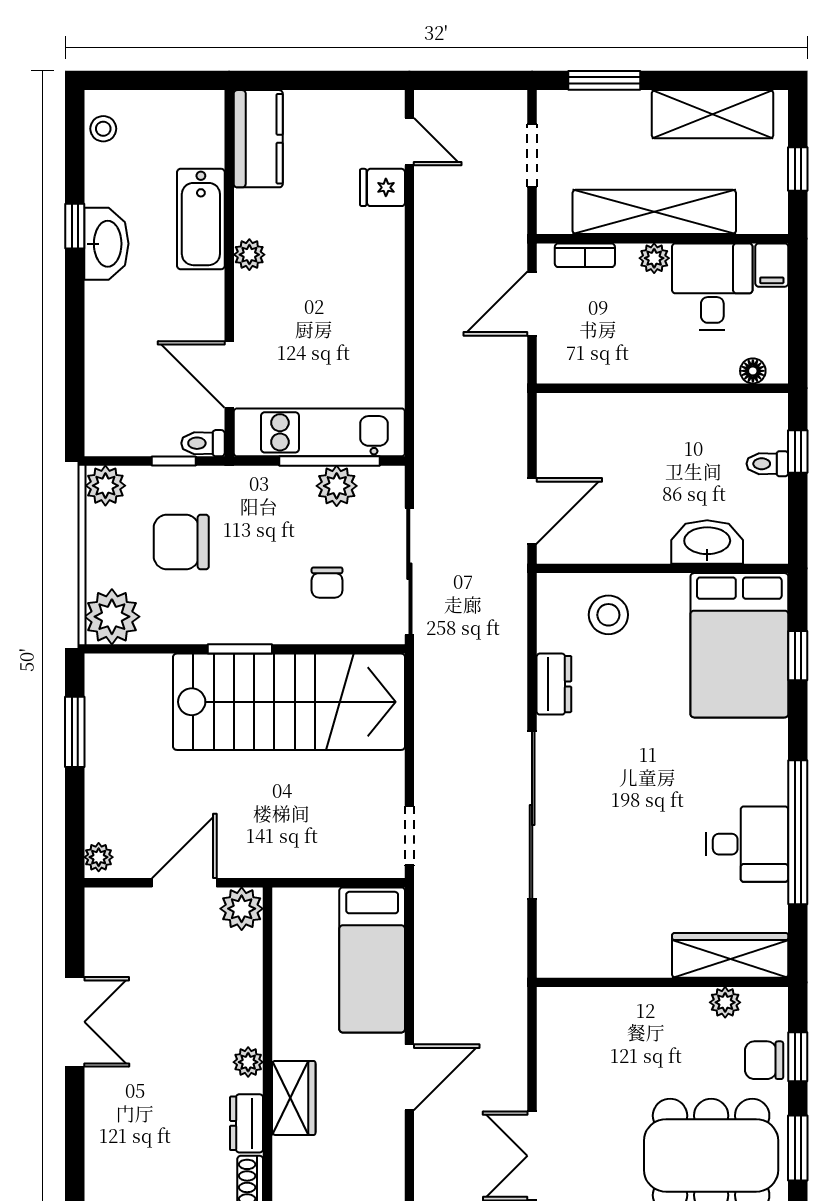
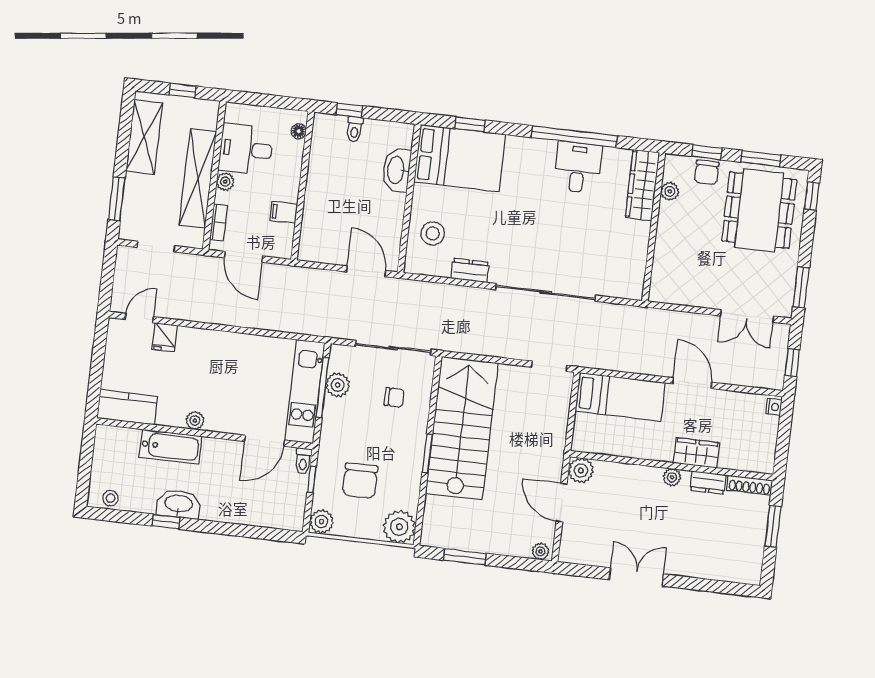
filing cabinet: (772, 265) -> (284, 212), moved, turned 180

